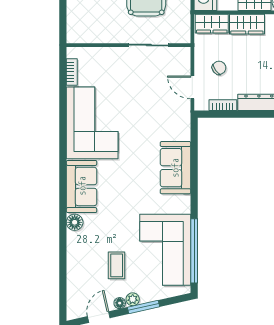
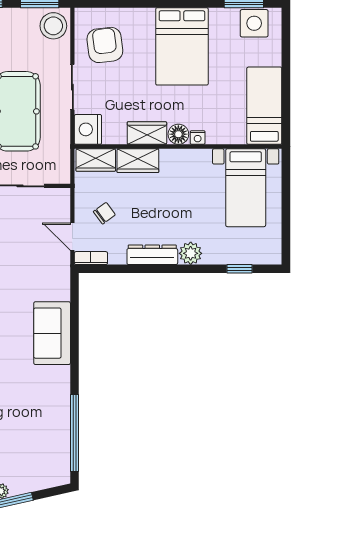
bookcase: (223, 105) -> (91, 258), moved
corner sofa: (165, 250) -> (40, 432), removed

